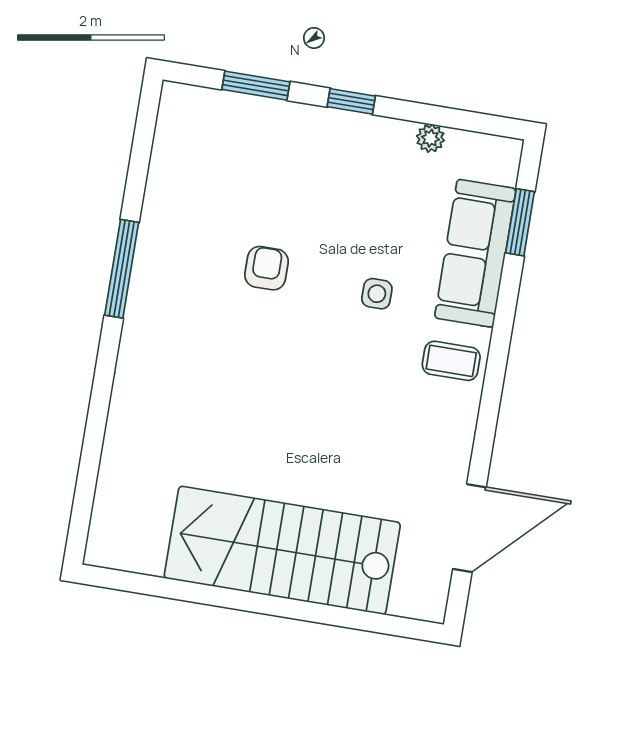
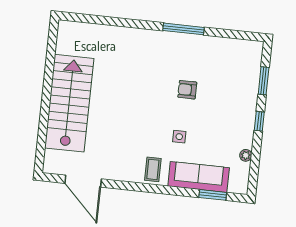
armchair: (266, 268) -> (187, 90), turned 180

